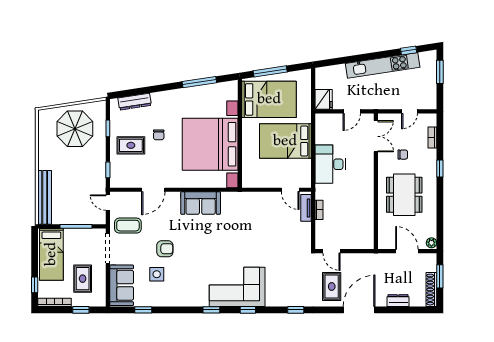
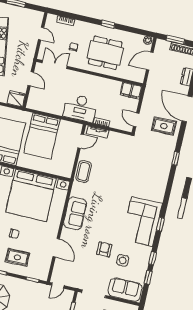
rug: (131, 145) -> (17, 257), turned 90
desk: (330, 164) -> (80, 108), moved
window: (440, 169) -> (108, 24), moved
coffee table: (128, 226) -> (84, 172), moved
filing cabinet: (366, 237) -> (131, 91), added
door: (332, 251) -> (136, 120), swing flipped
corner sofa: (237, 287) -> (142, 221), moved
window: (248, 310) -> (153, 258), moved

